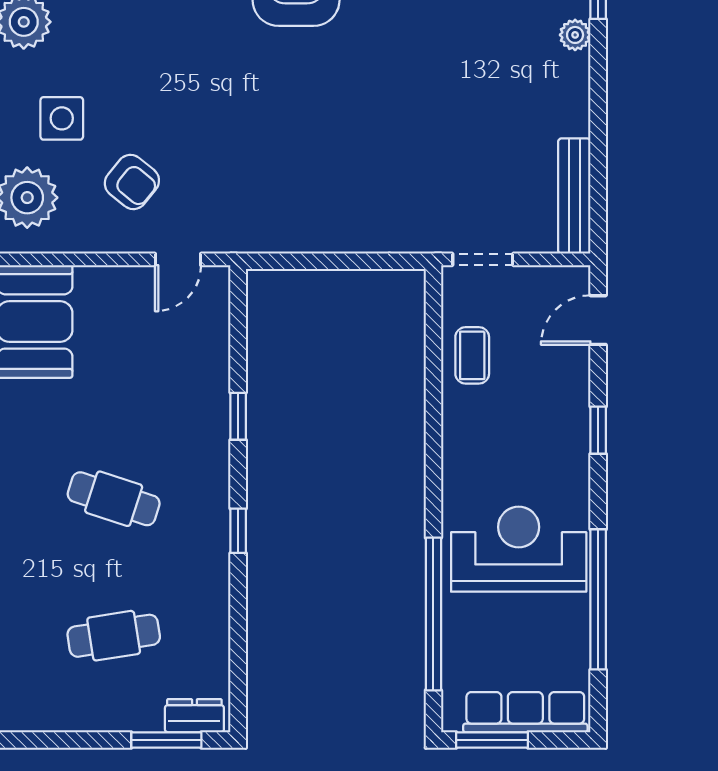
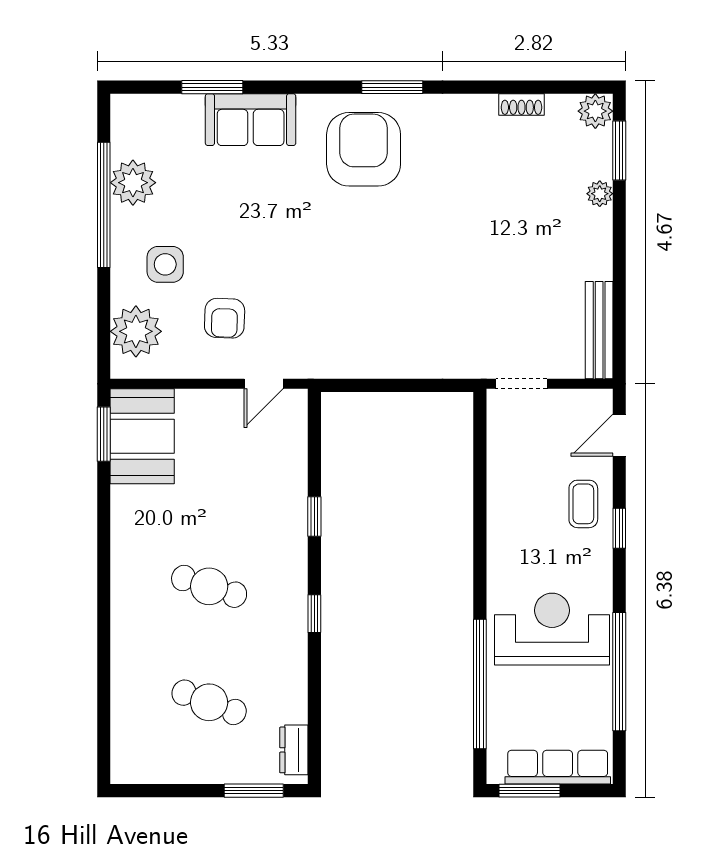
armchair: (132, 182) -> (225, 318), turned 53
coffee table: (472, 355) -> (583, 504), moved
cafe table: (114, 636) -> (209, 702), turned 30
dresser: (194, 716) -> (294, 750), moved, turned -90

